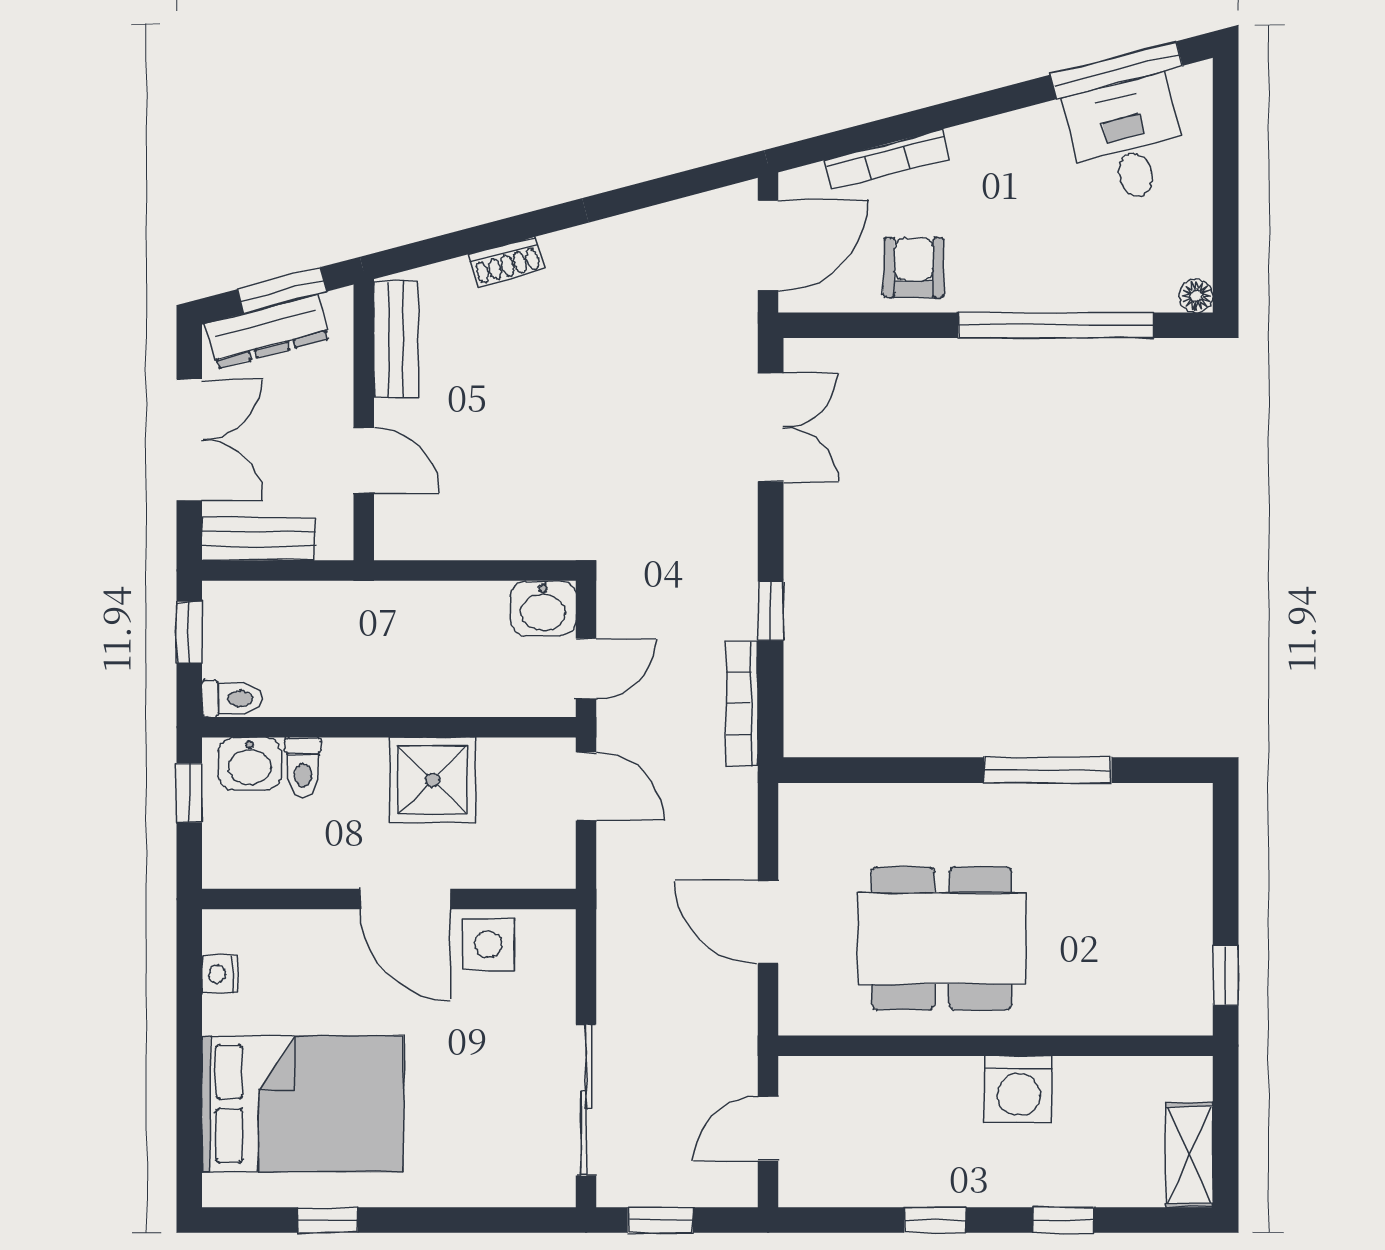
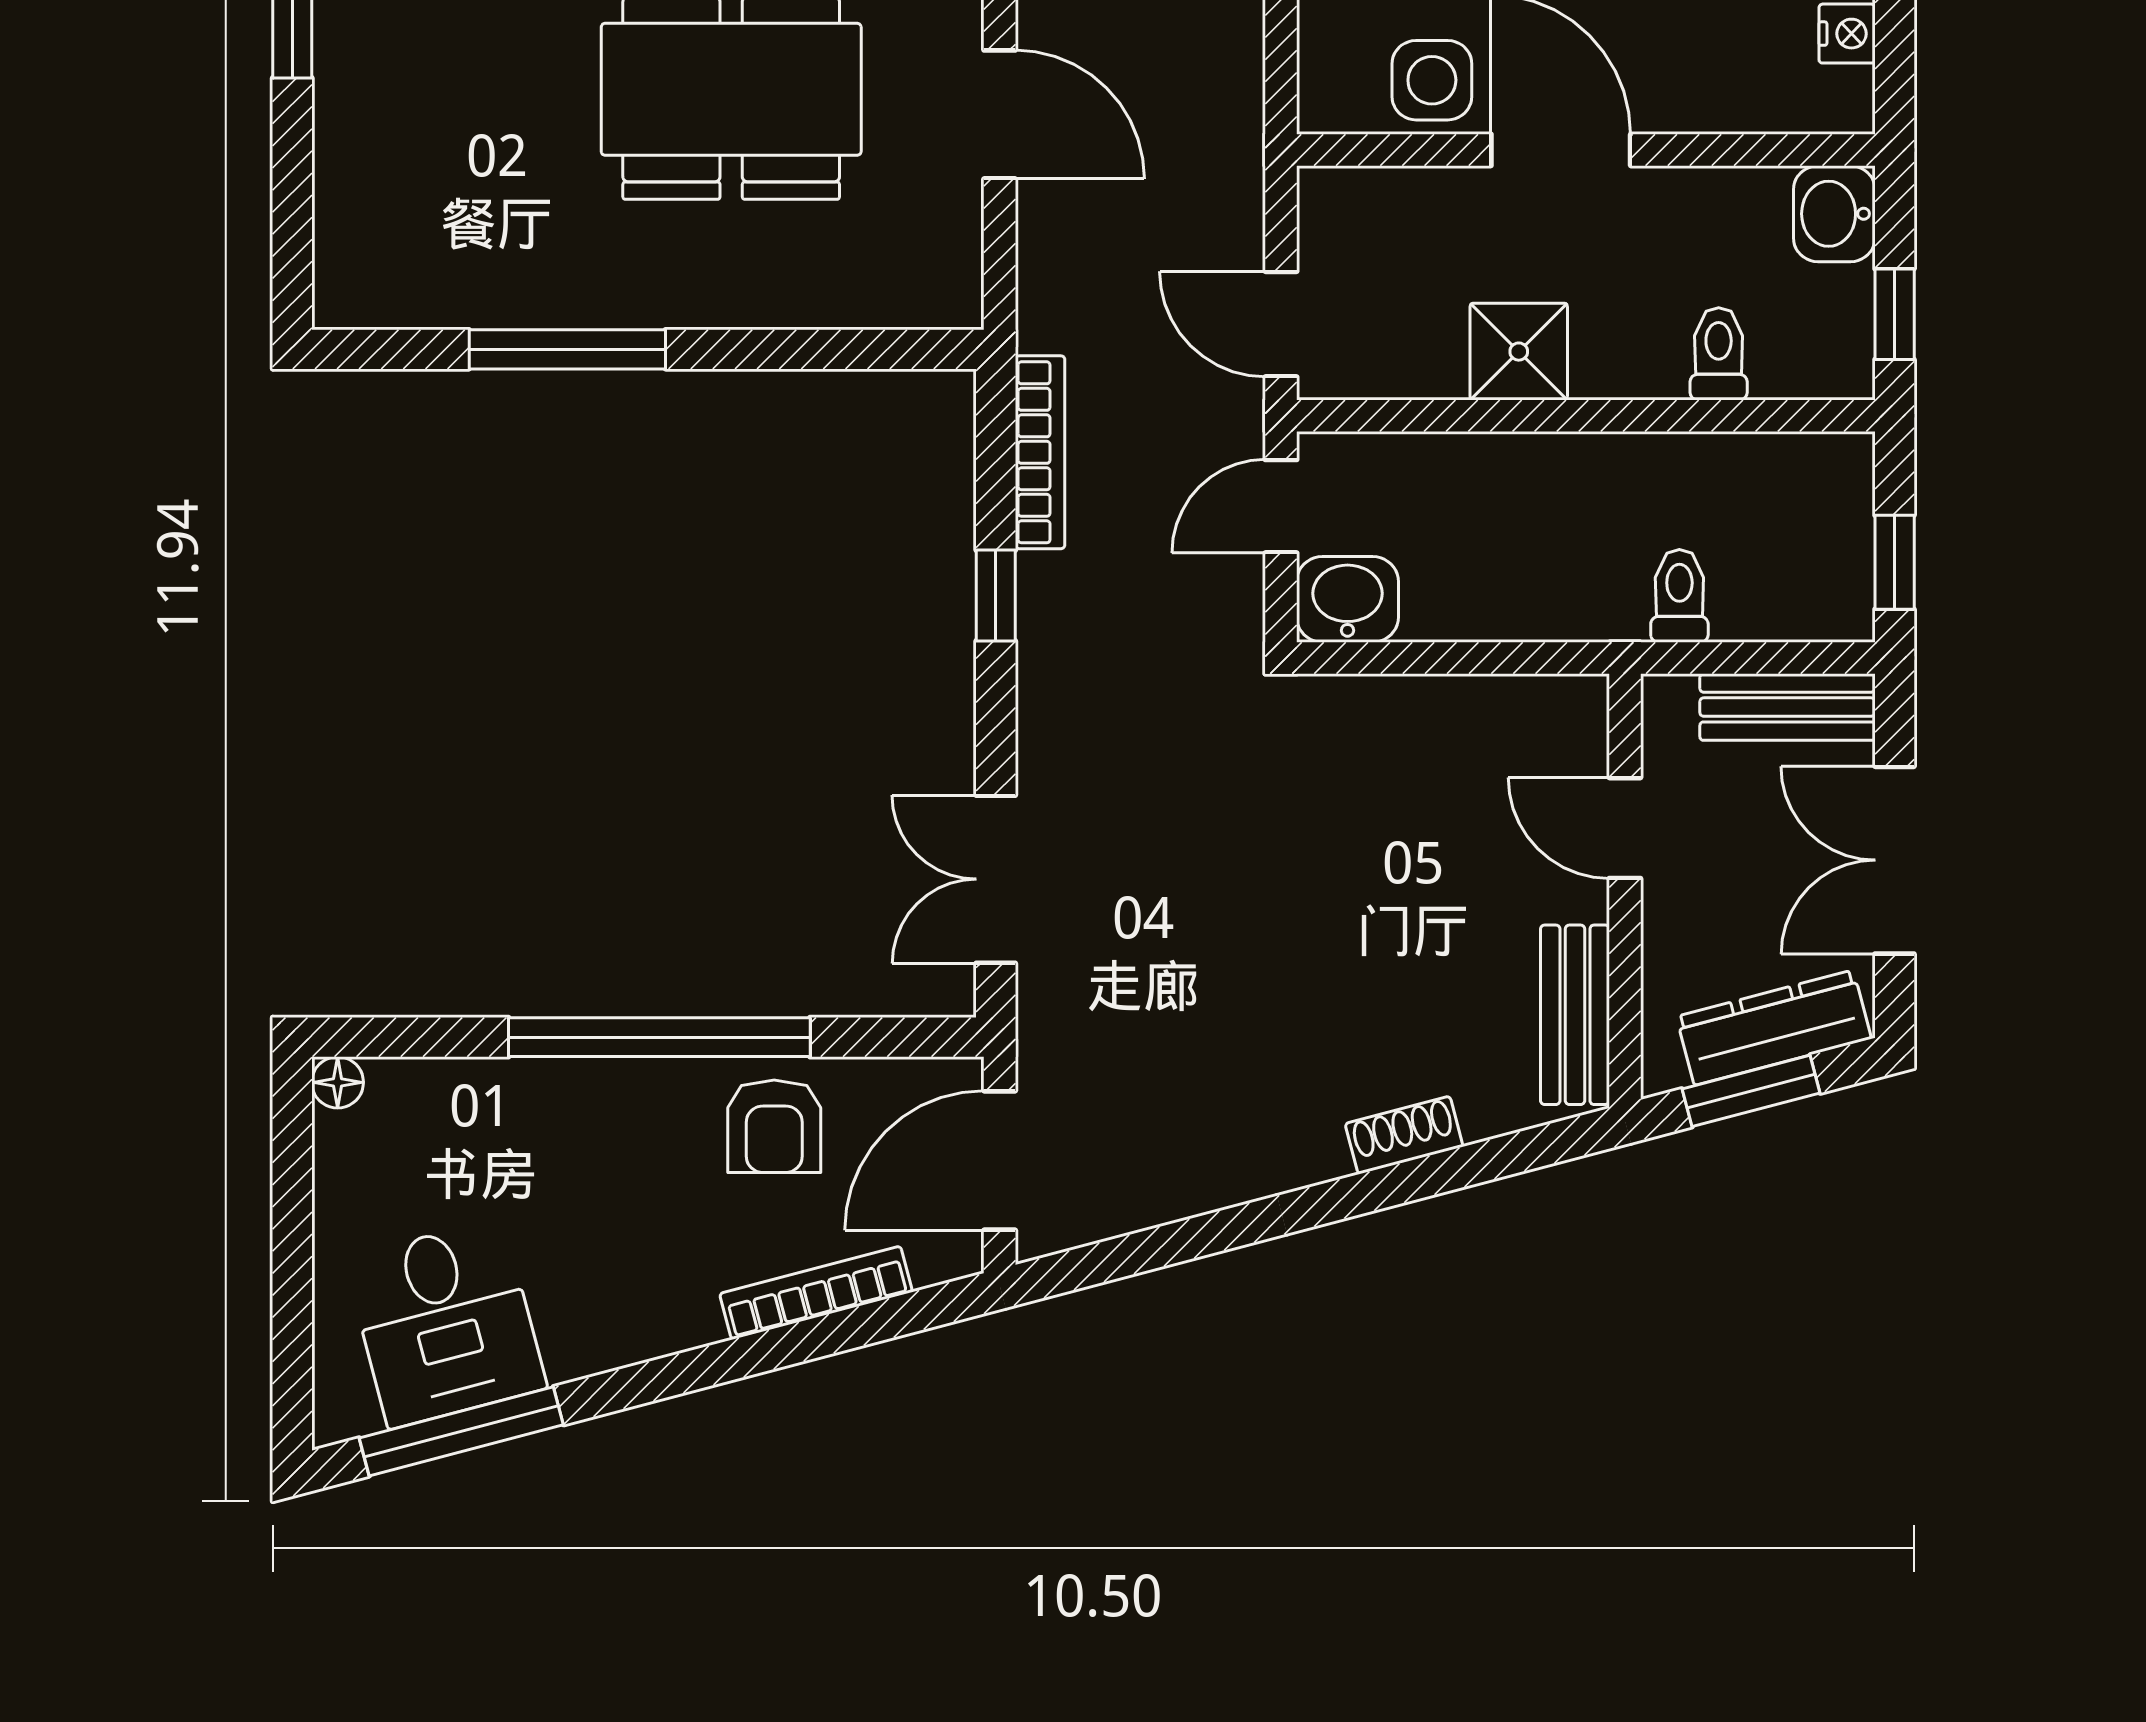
window: (1056, 325) -> (659, 1037), moved
toilet: (232, 699) -> (1679, 596), moved, turned 90
washbasin: (249, 764) -> (1834, 214), moved, turned -90
shower: (432, 780) -> (1519, 352), width x0.73, depth x0.73

